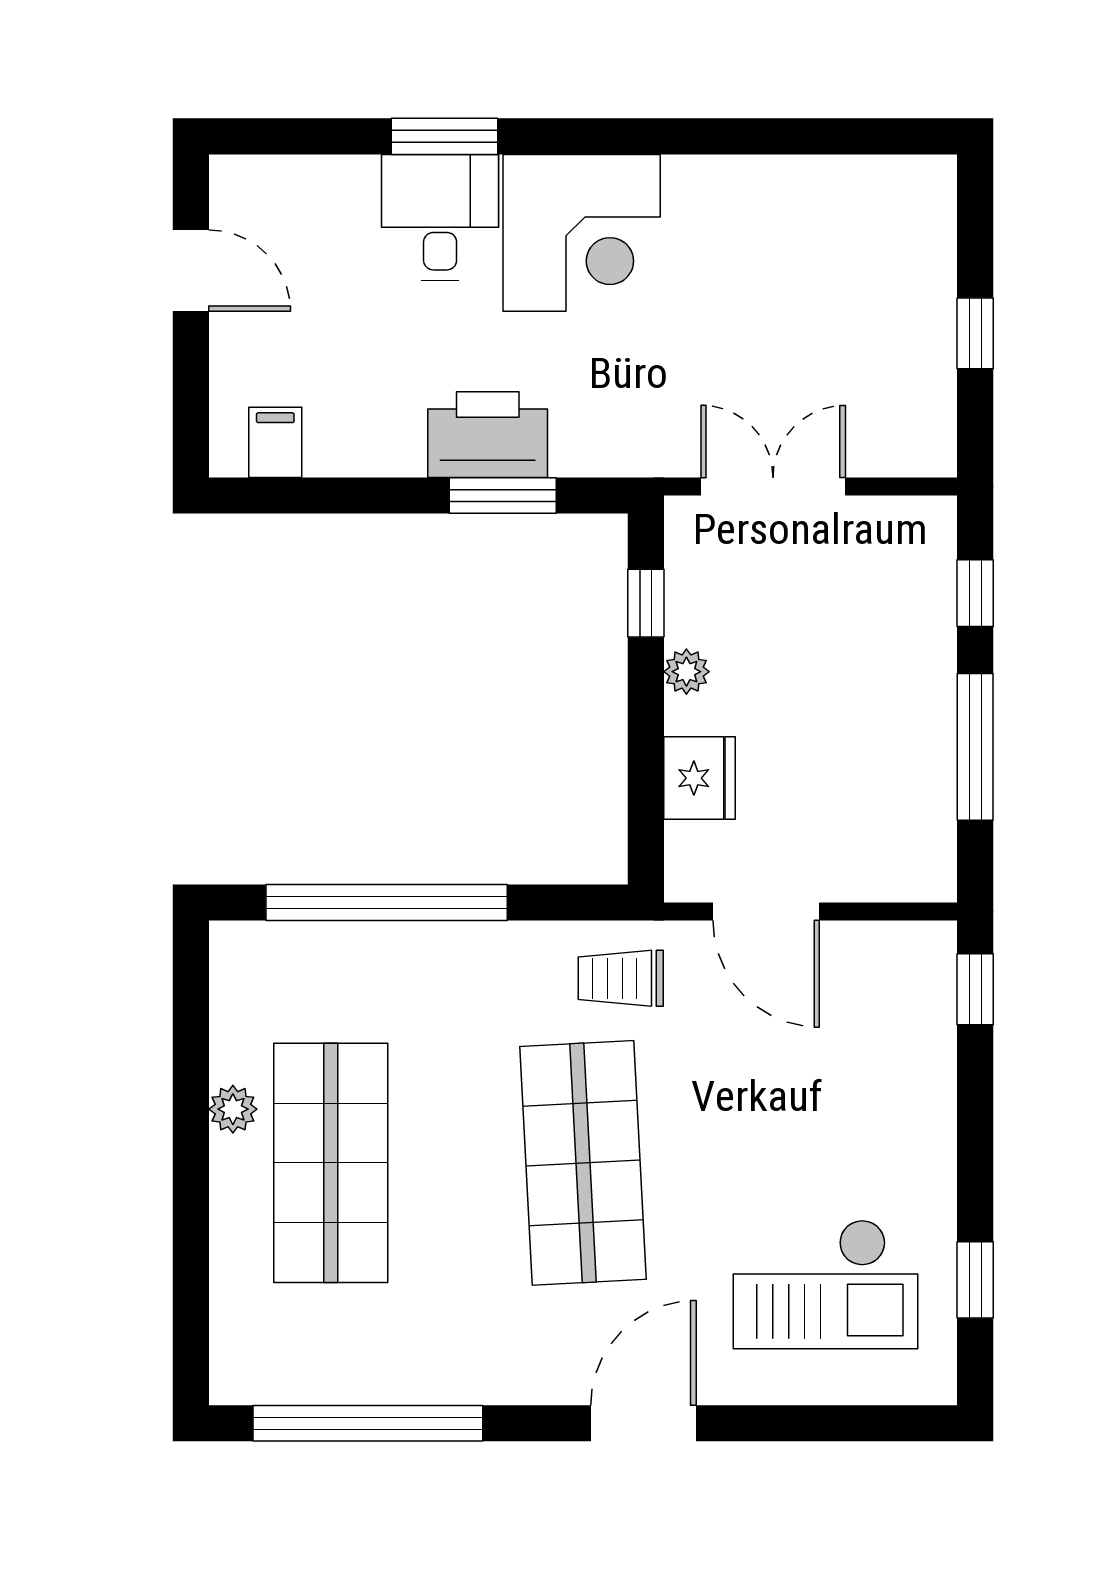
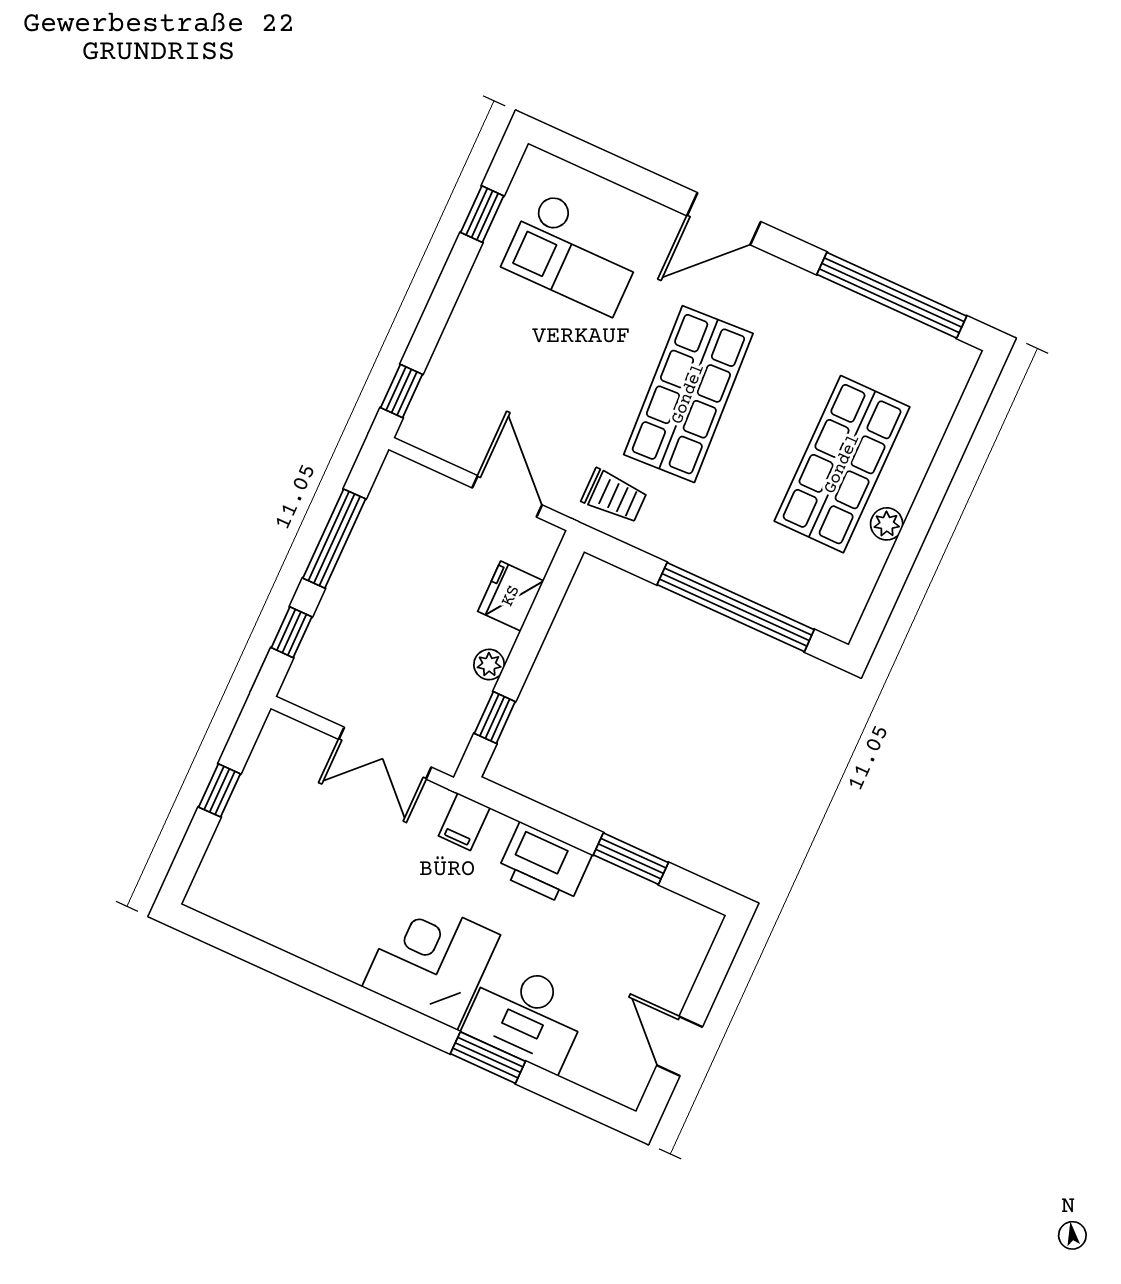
desk: (440, 217) -> (526, 1016), width x1.37
filing cabinet: (275, 442) -> (464, 822), moved
window: (503, 495) -> (631, 859), moved
checkout: (825, 1284) -> (574, 253), turned 180

